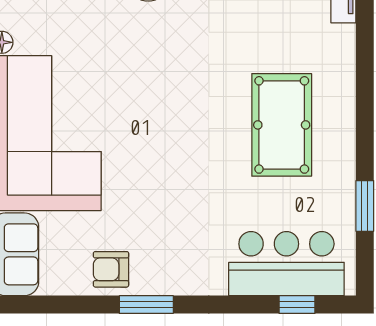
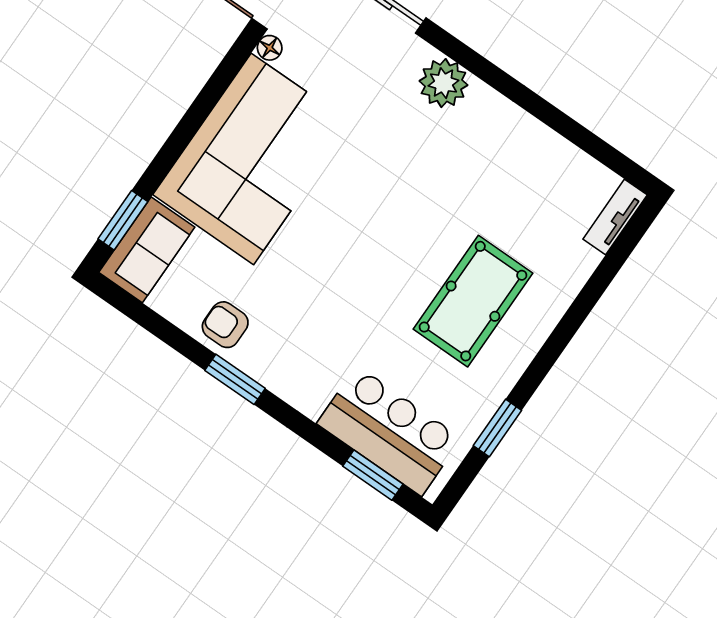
window: (297, 305) -> (373, 475), width x1.50

